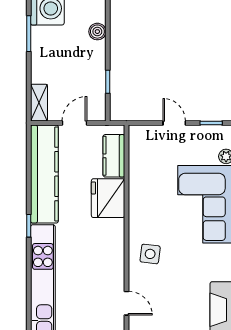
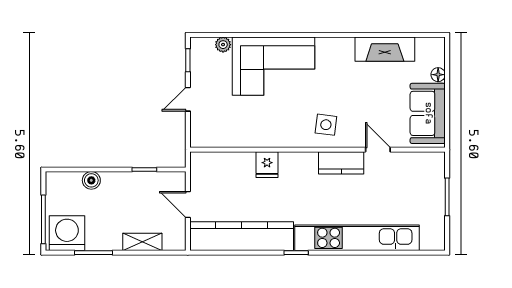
shelving: (39, 103) -> (142, 242), moved
kitchen counter: (114, 156) -> (341, 163), moved
fridge: (108, 198) -> (267, 165), width x0.53, depth x0.75
door: (126, 303) -> (378, 150), hinge flipped

